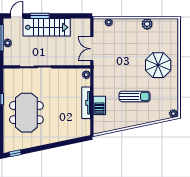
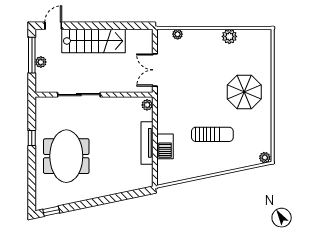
window: (40, 16) -> (84, 26), removed

